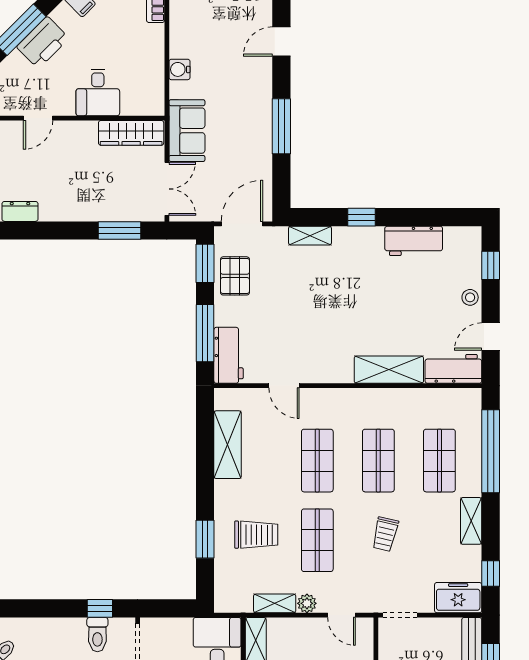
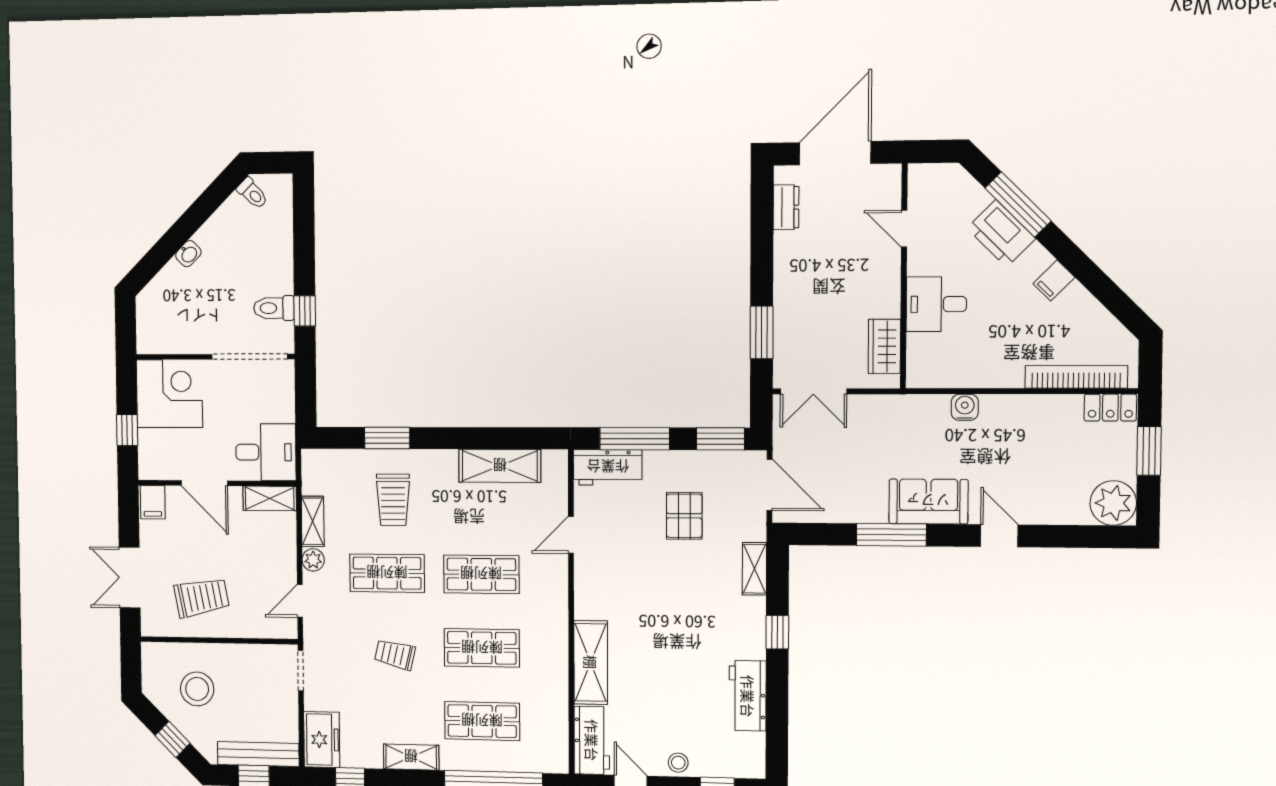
sofa: (187, 131) -> (928, 501), moved, turned 180
wardrobe: (131, 133) -> (884, 346), width x0.67
pallet: (235, 276) -> (684, 516), moved, turned 90

